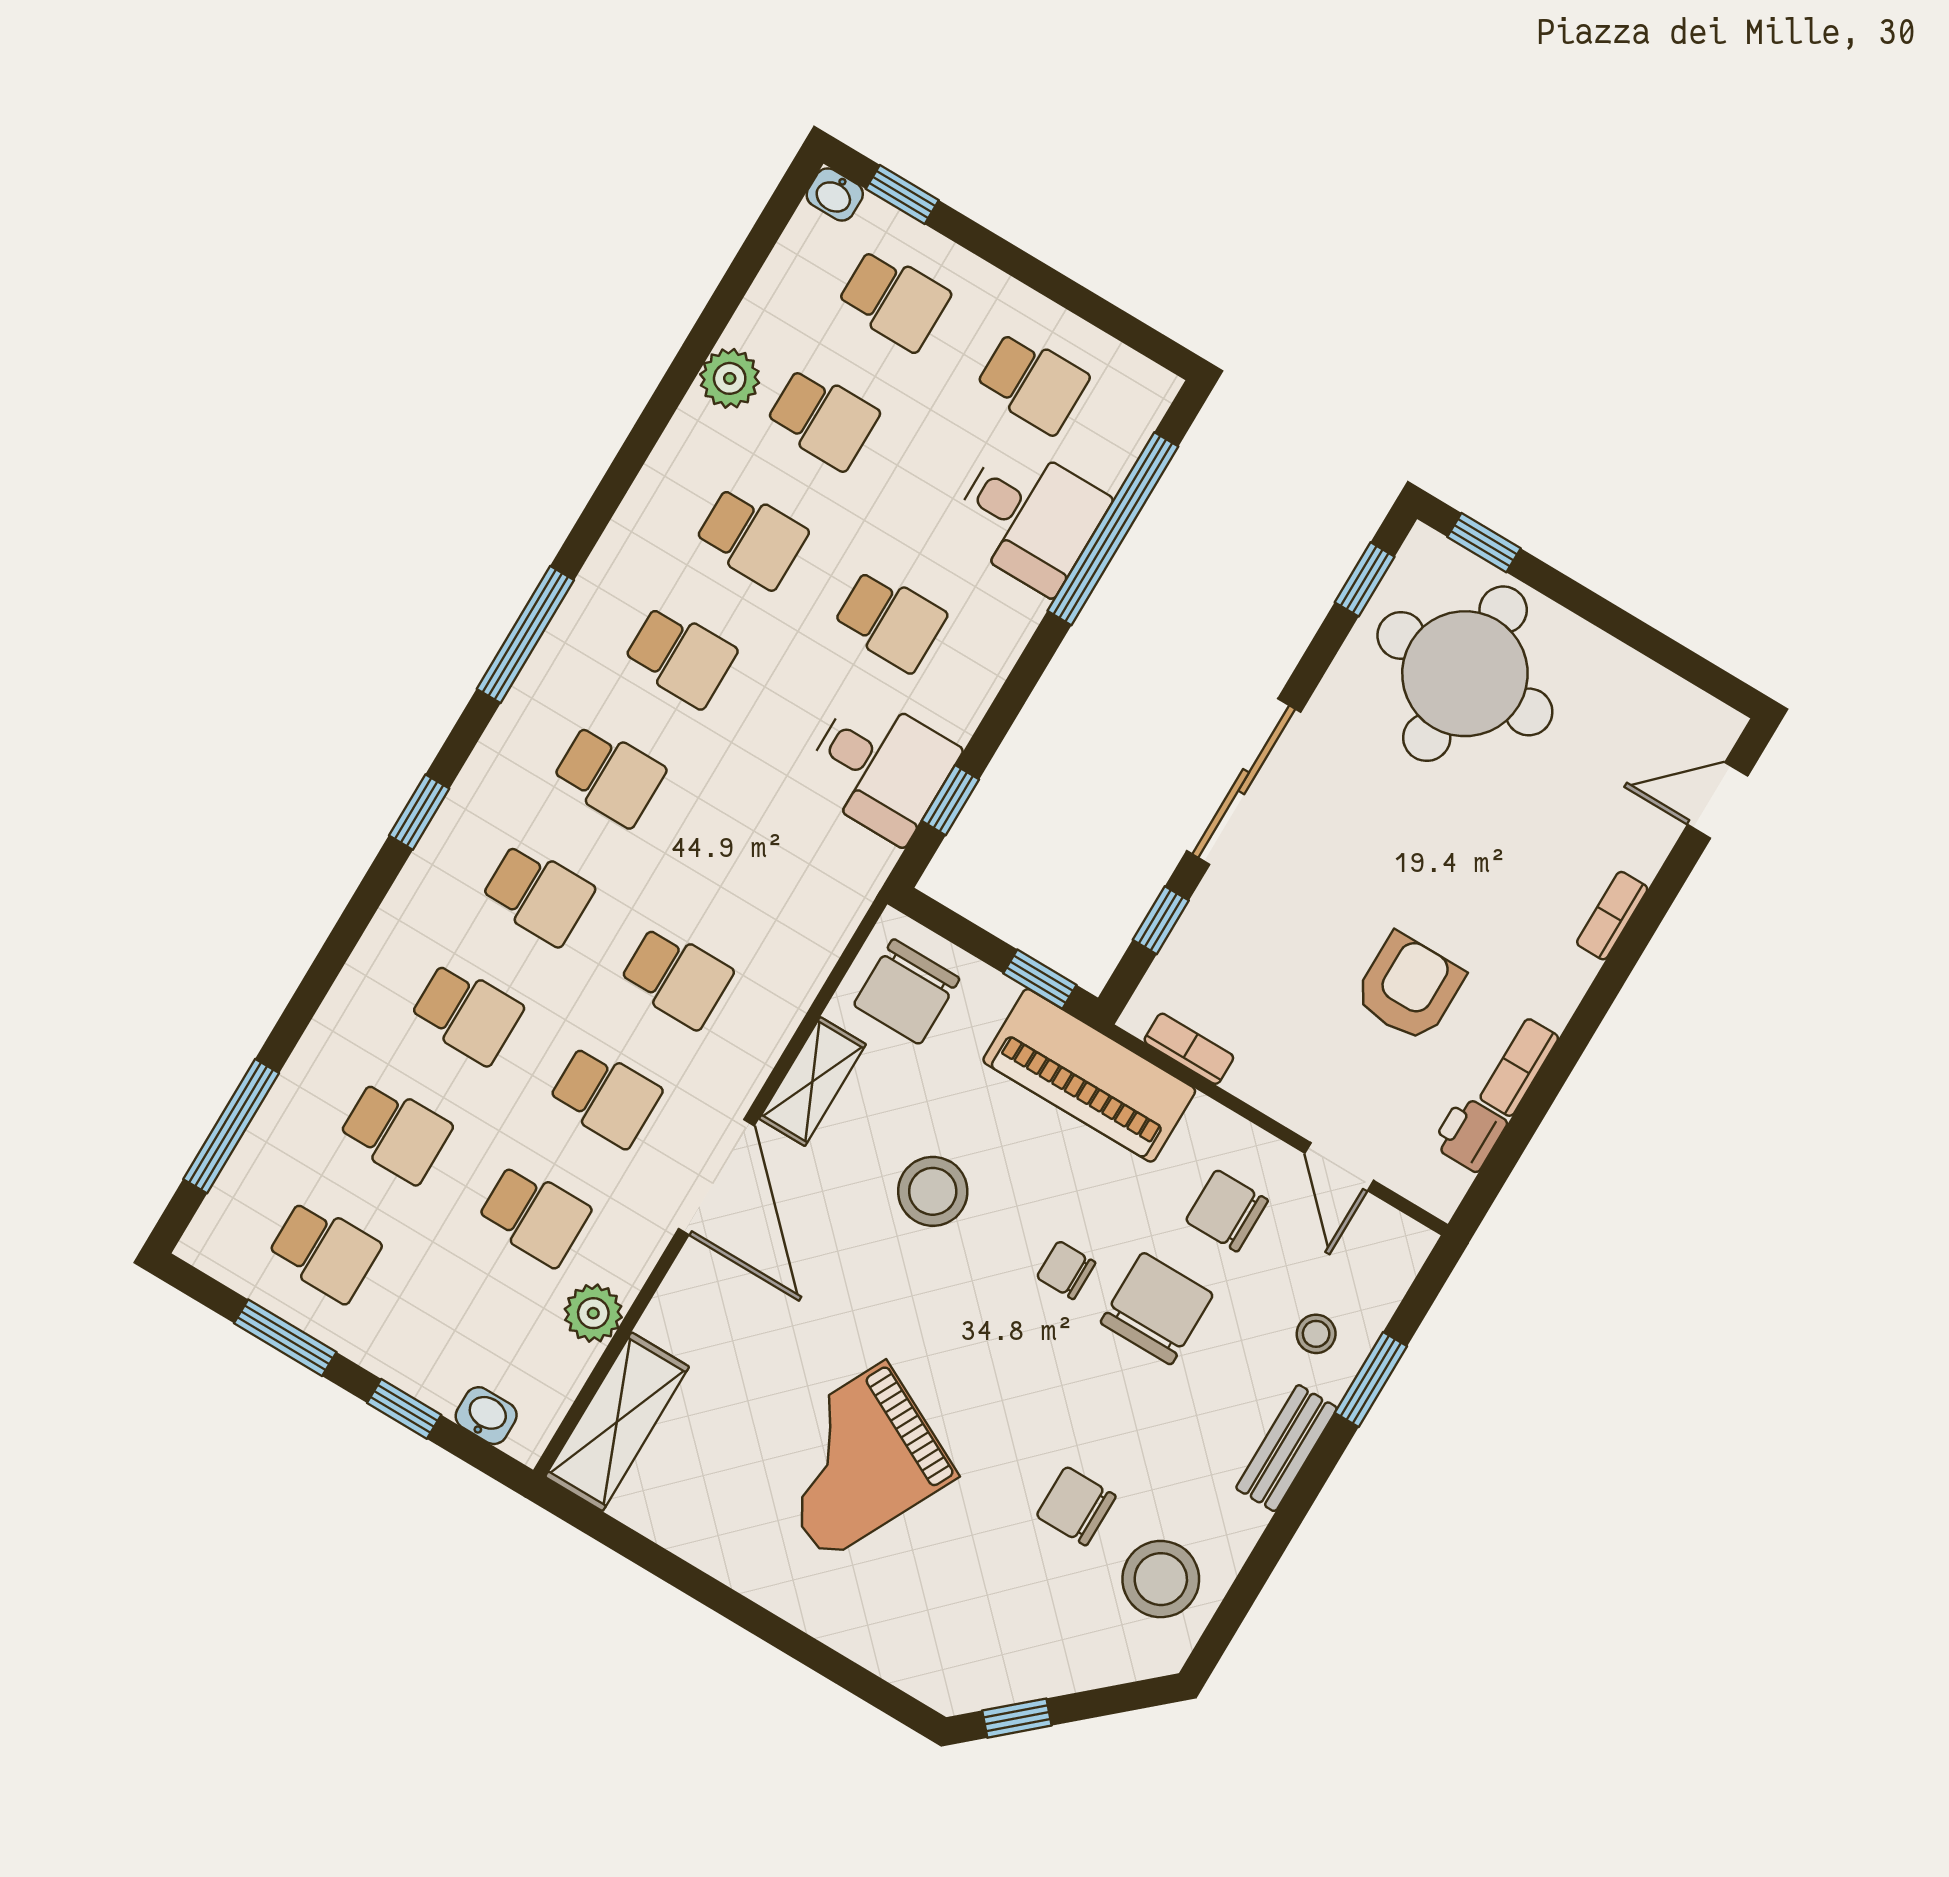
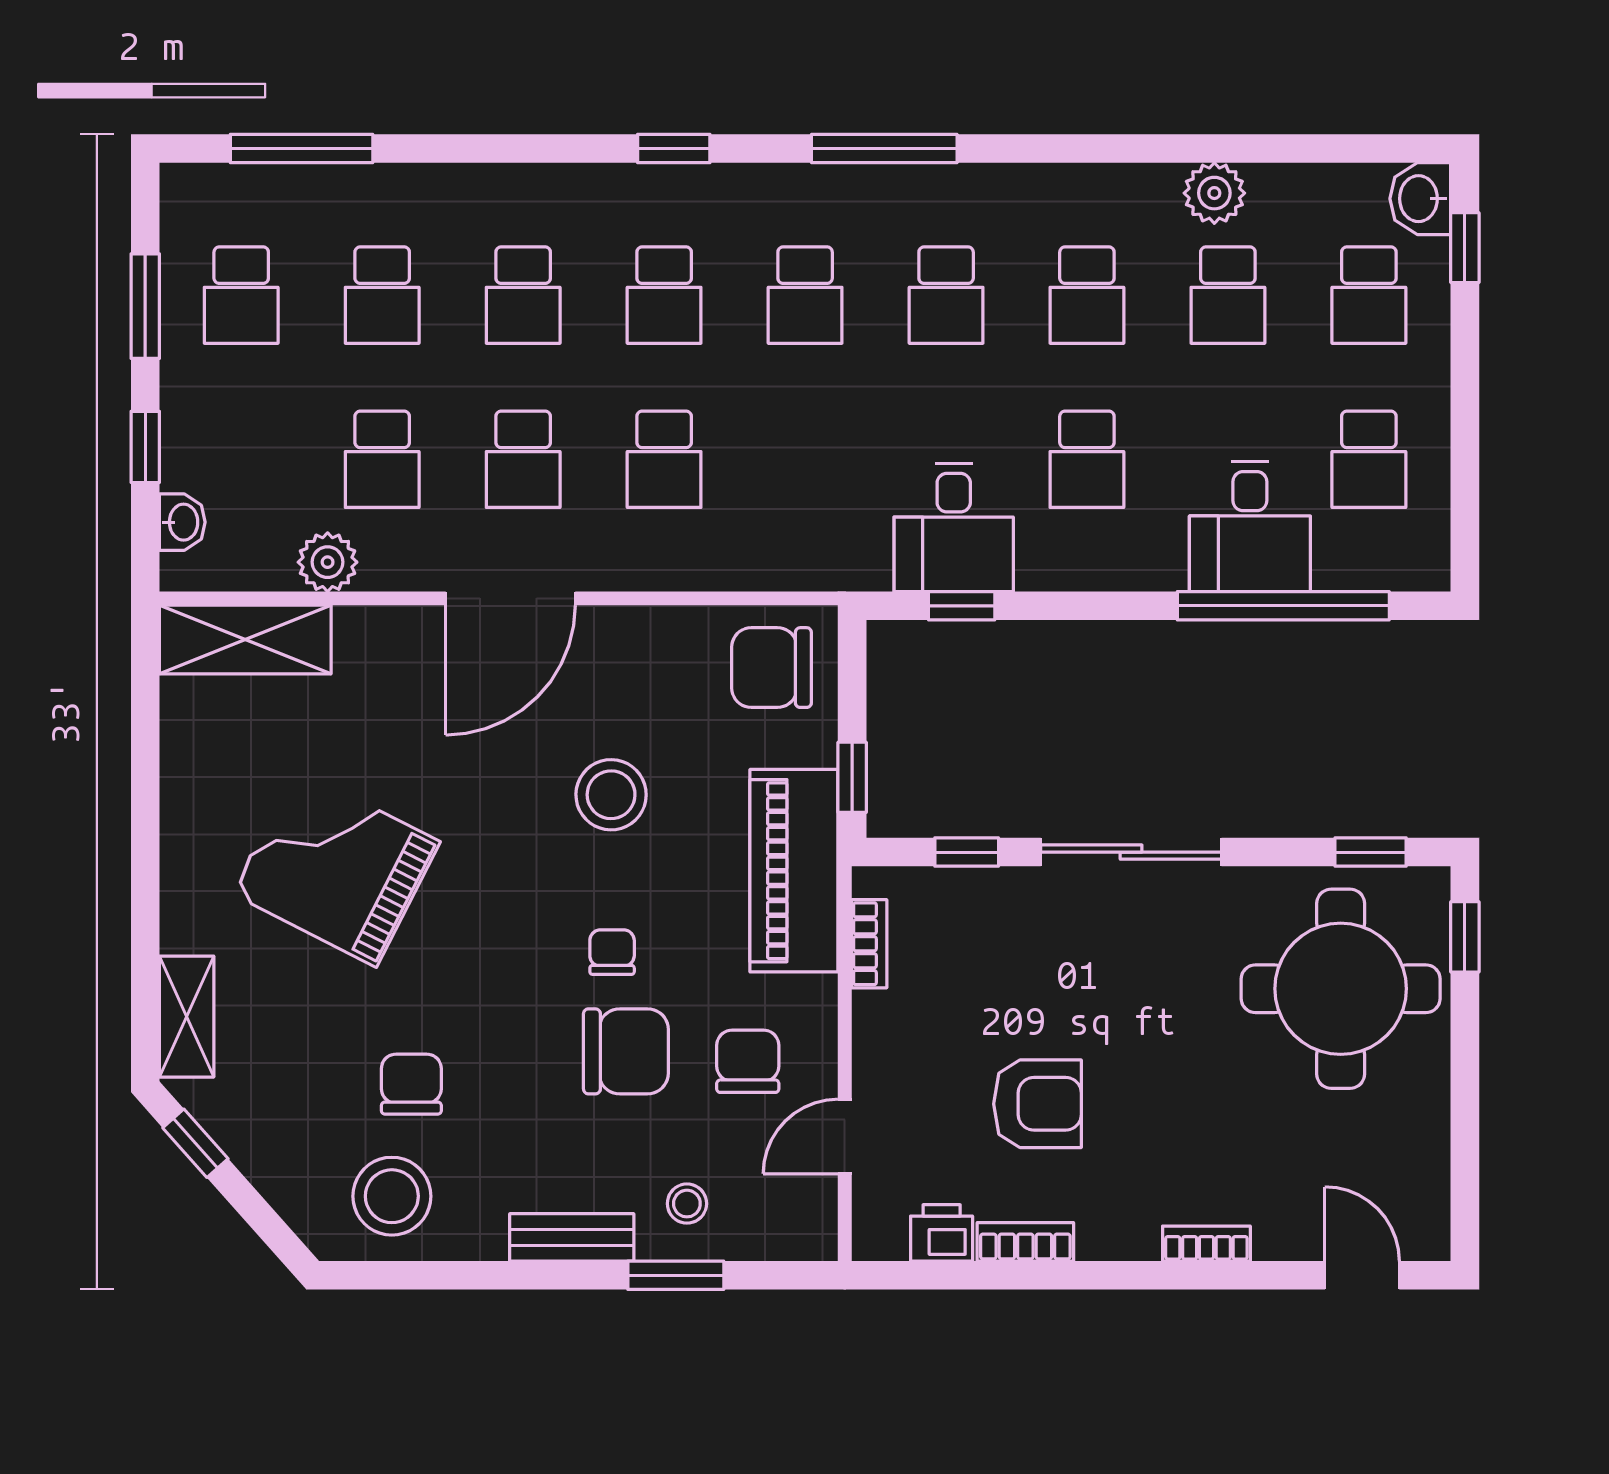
washbasin: (835, 194) -> (1420, 199), width x1.38, depth x1.45
shelving: (813, 1082) -> (187, 1017), moved, turned 90

